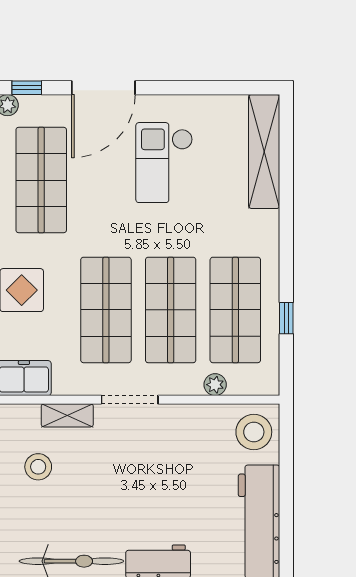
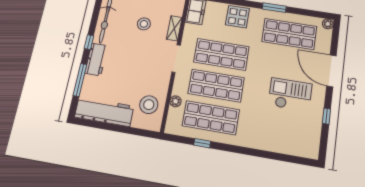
window: (27, 88) -> (326, 116), moved
shelving: (264, 152) -> (289, 147), removed
stool: (254, 432) -> (149, 105), moved
stool: (38, 467) -> (144, 24), moved

